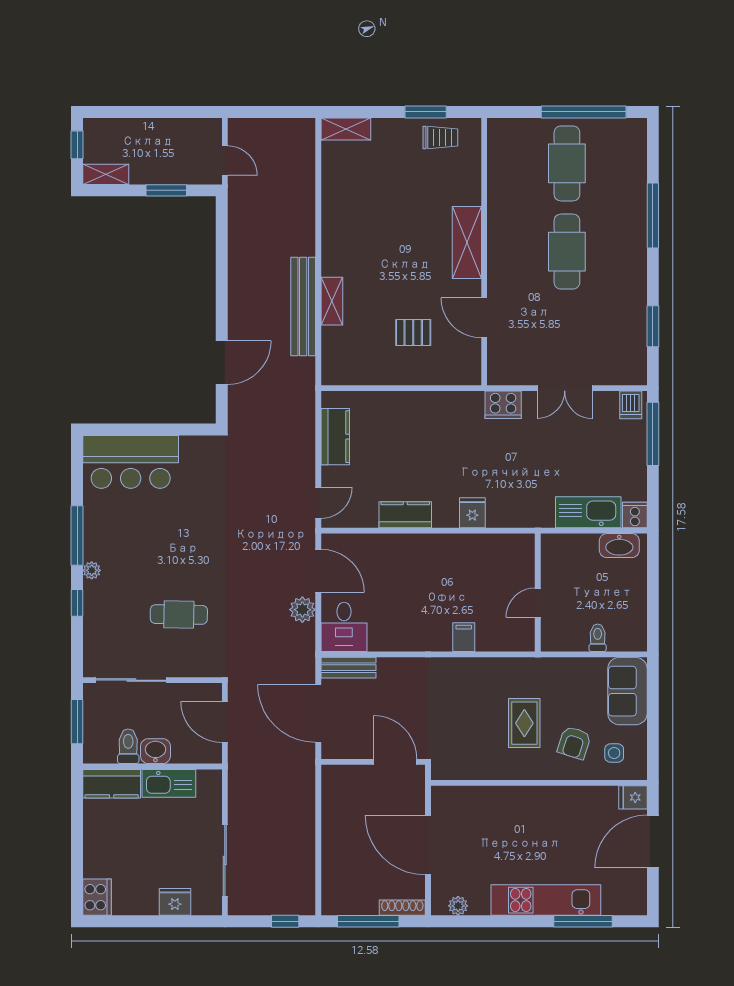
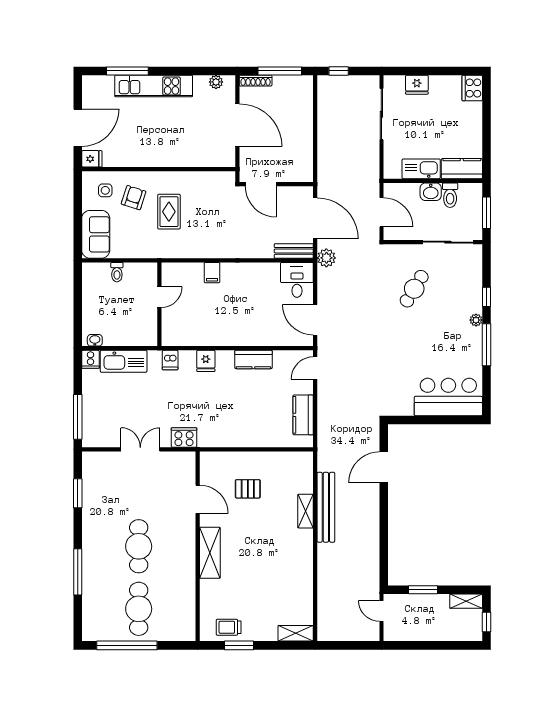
dishwasher: (631, 405) -> (170, 360), moved, turned 180
washbasin: (619, 546) -> (95, 340), width x0.52, depth x0.69
plant: (302, 610) -> (326, 258), moved
cafe table: (179, 614) -> (414, 289), turned -60

